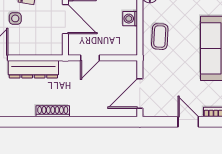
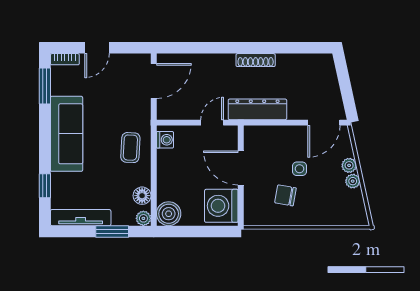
washing machine: (130, 19) -> (165, 140), moved
dresser: (33, 69) -> (257, 109), moved
door: (188, 122) -> (97, 48), hinge flipped

